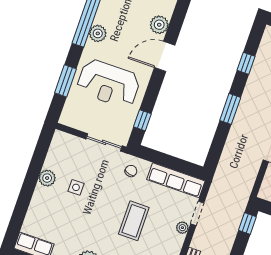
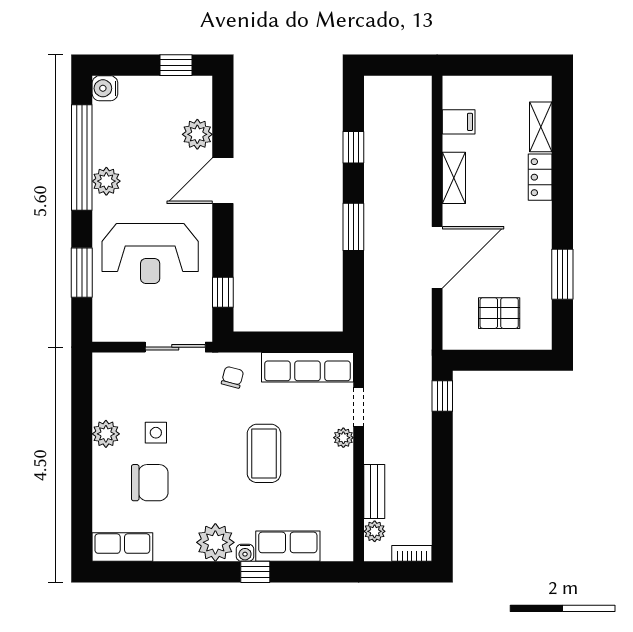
chair: (63, 215) -> (150, 483), added

